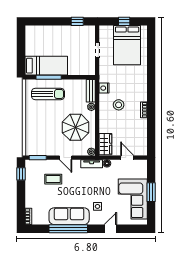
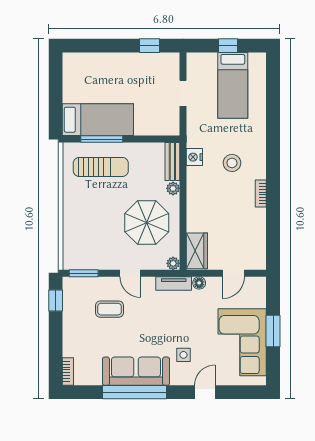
bed: (127, 45) -> (233, 85), width x0.67
stool: (119, 105) -> (232, 163), moved
door: (127, 158) -> (233, 273), swing flipped

